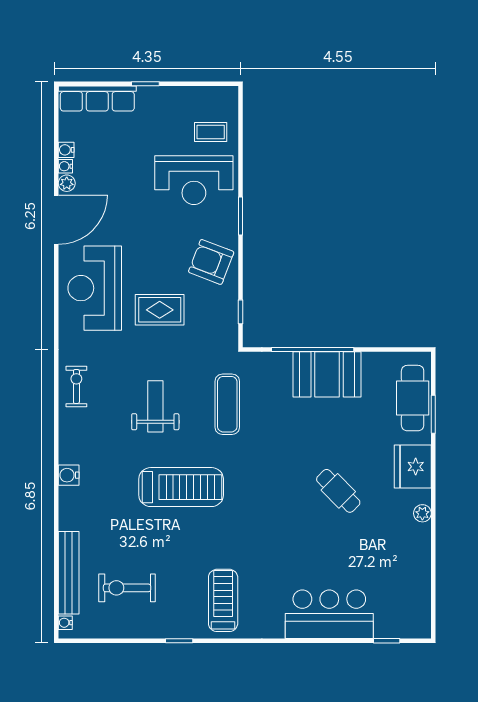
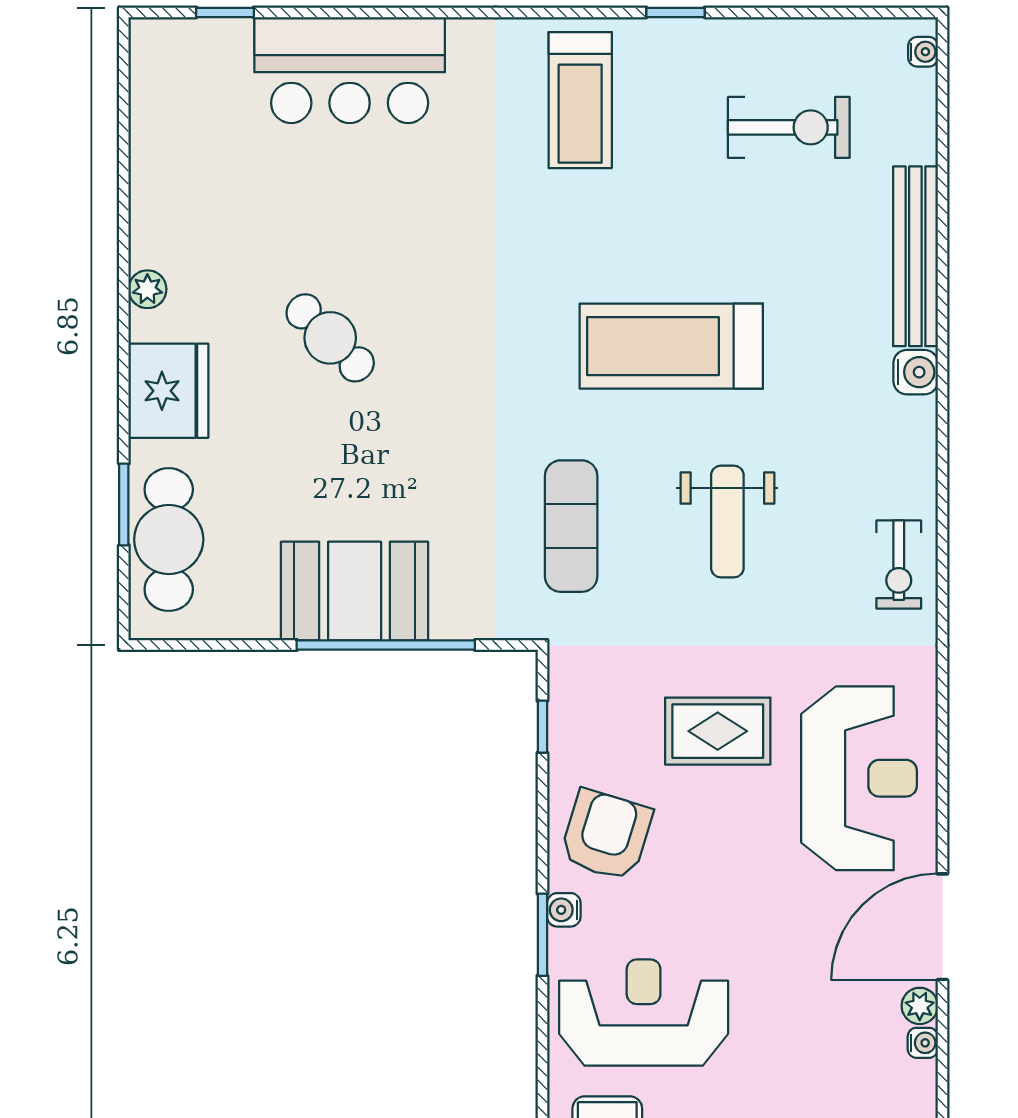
water cooler: (66, 150) -> (564, 910), moved, turned 180
armchair: (211, 262) -> (606, 835), turned -94
bench: (69, 573) -> (915, 256), moved

